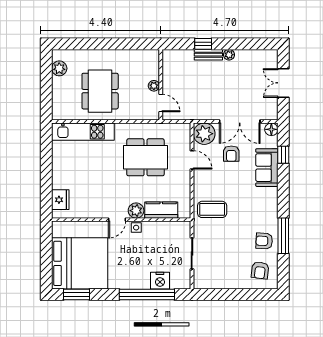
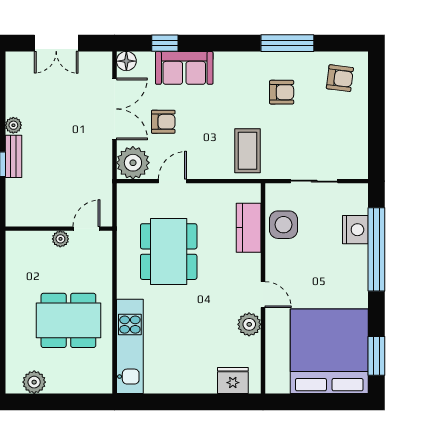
plant: (136, 211) -> (249, 324), moved
side table: (136, 228) -> (284, 225), moved, width x1.87, depth x1.87
armchair: (264, 241) -> (282, 92), moved, turned -93

